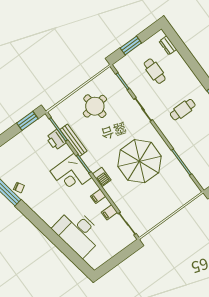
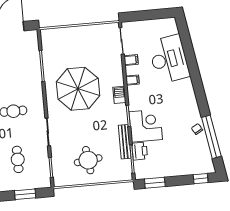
corner desk: (71, 174) -> (146, 126), moved

